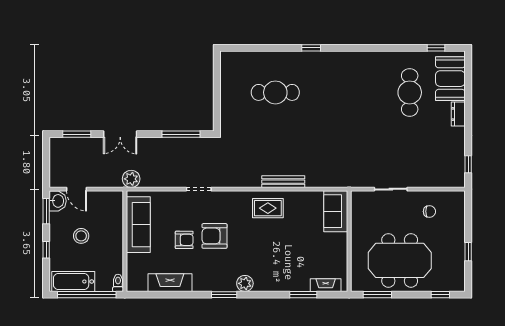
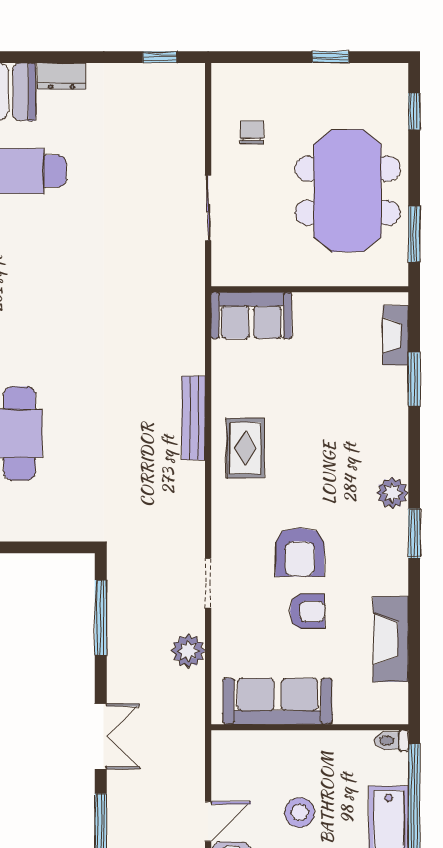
plant: (131, 179) -> (188, 651), moved
armchair: (184, 240) -> (307, 611), turned 90

